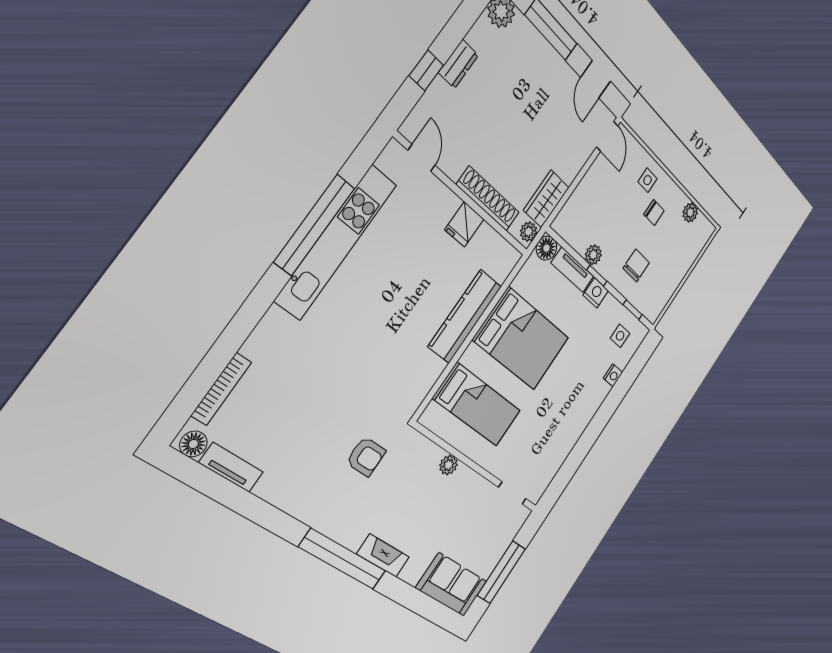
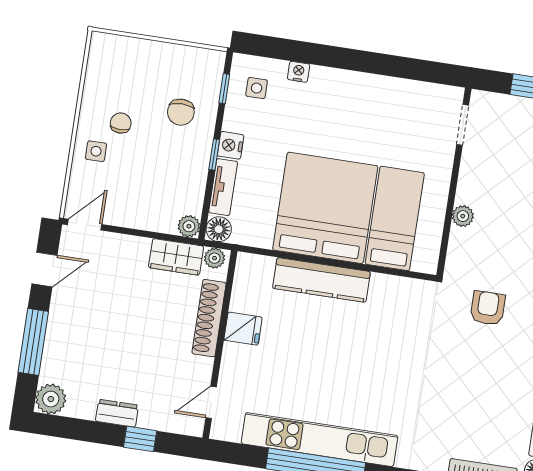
plant: (690, 213) -> (96, 77), removed
plant: (593, 255) -> (189, 226), moved
chair: (636, 266) -> (181, 112), turned -90
bed: (521, 339) -> (325, 208), width x1.36

